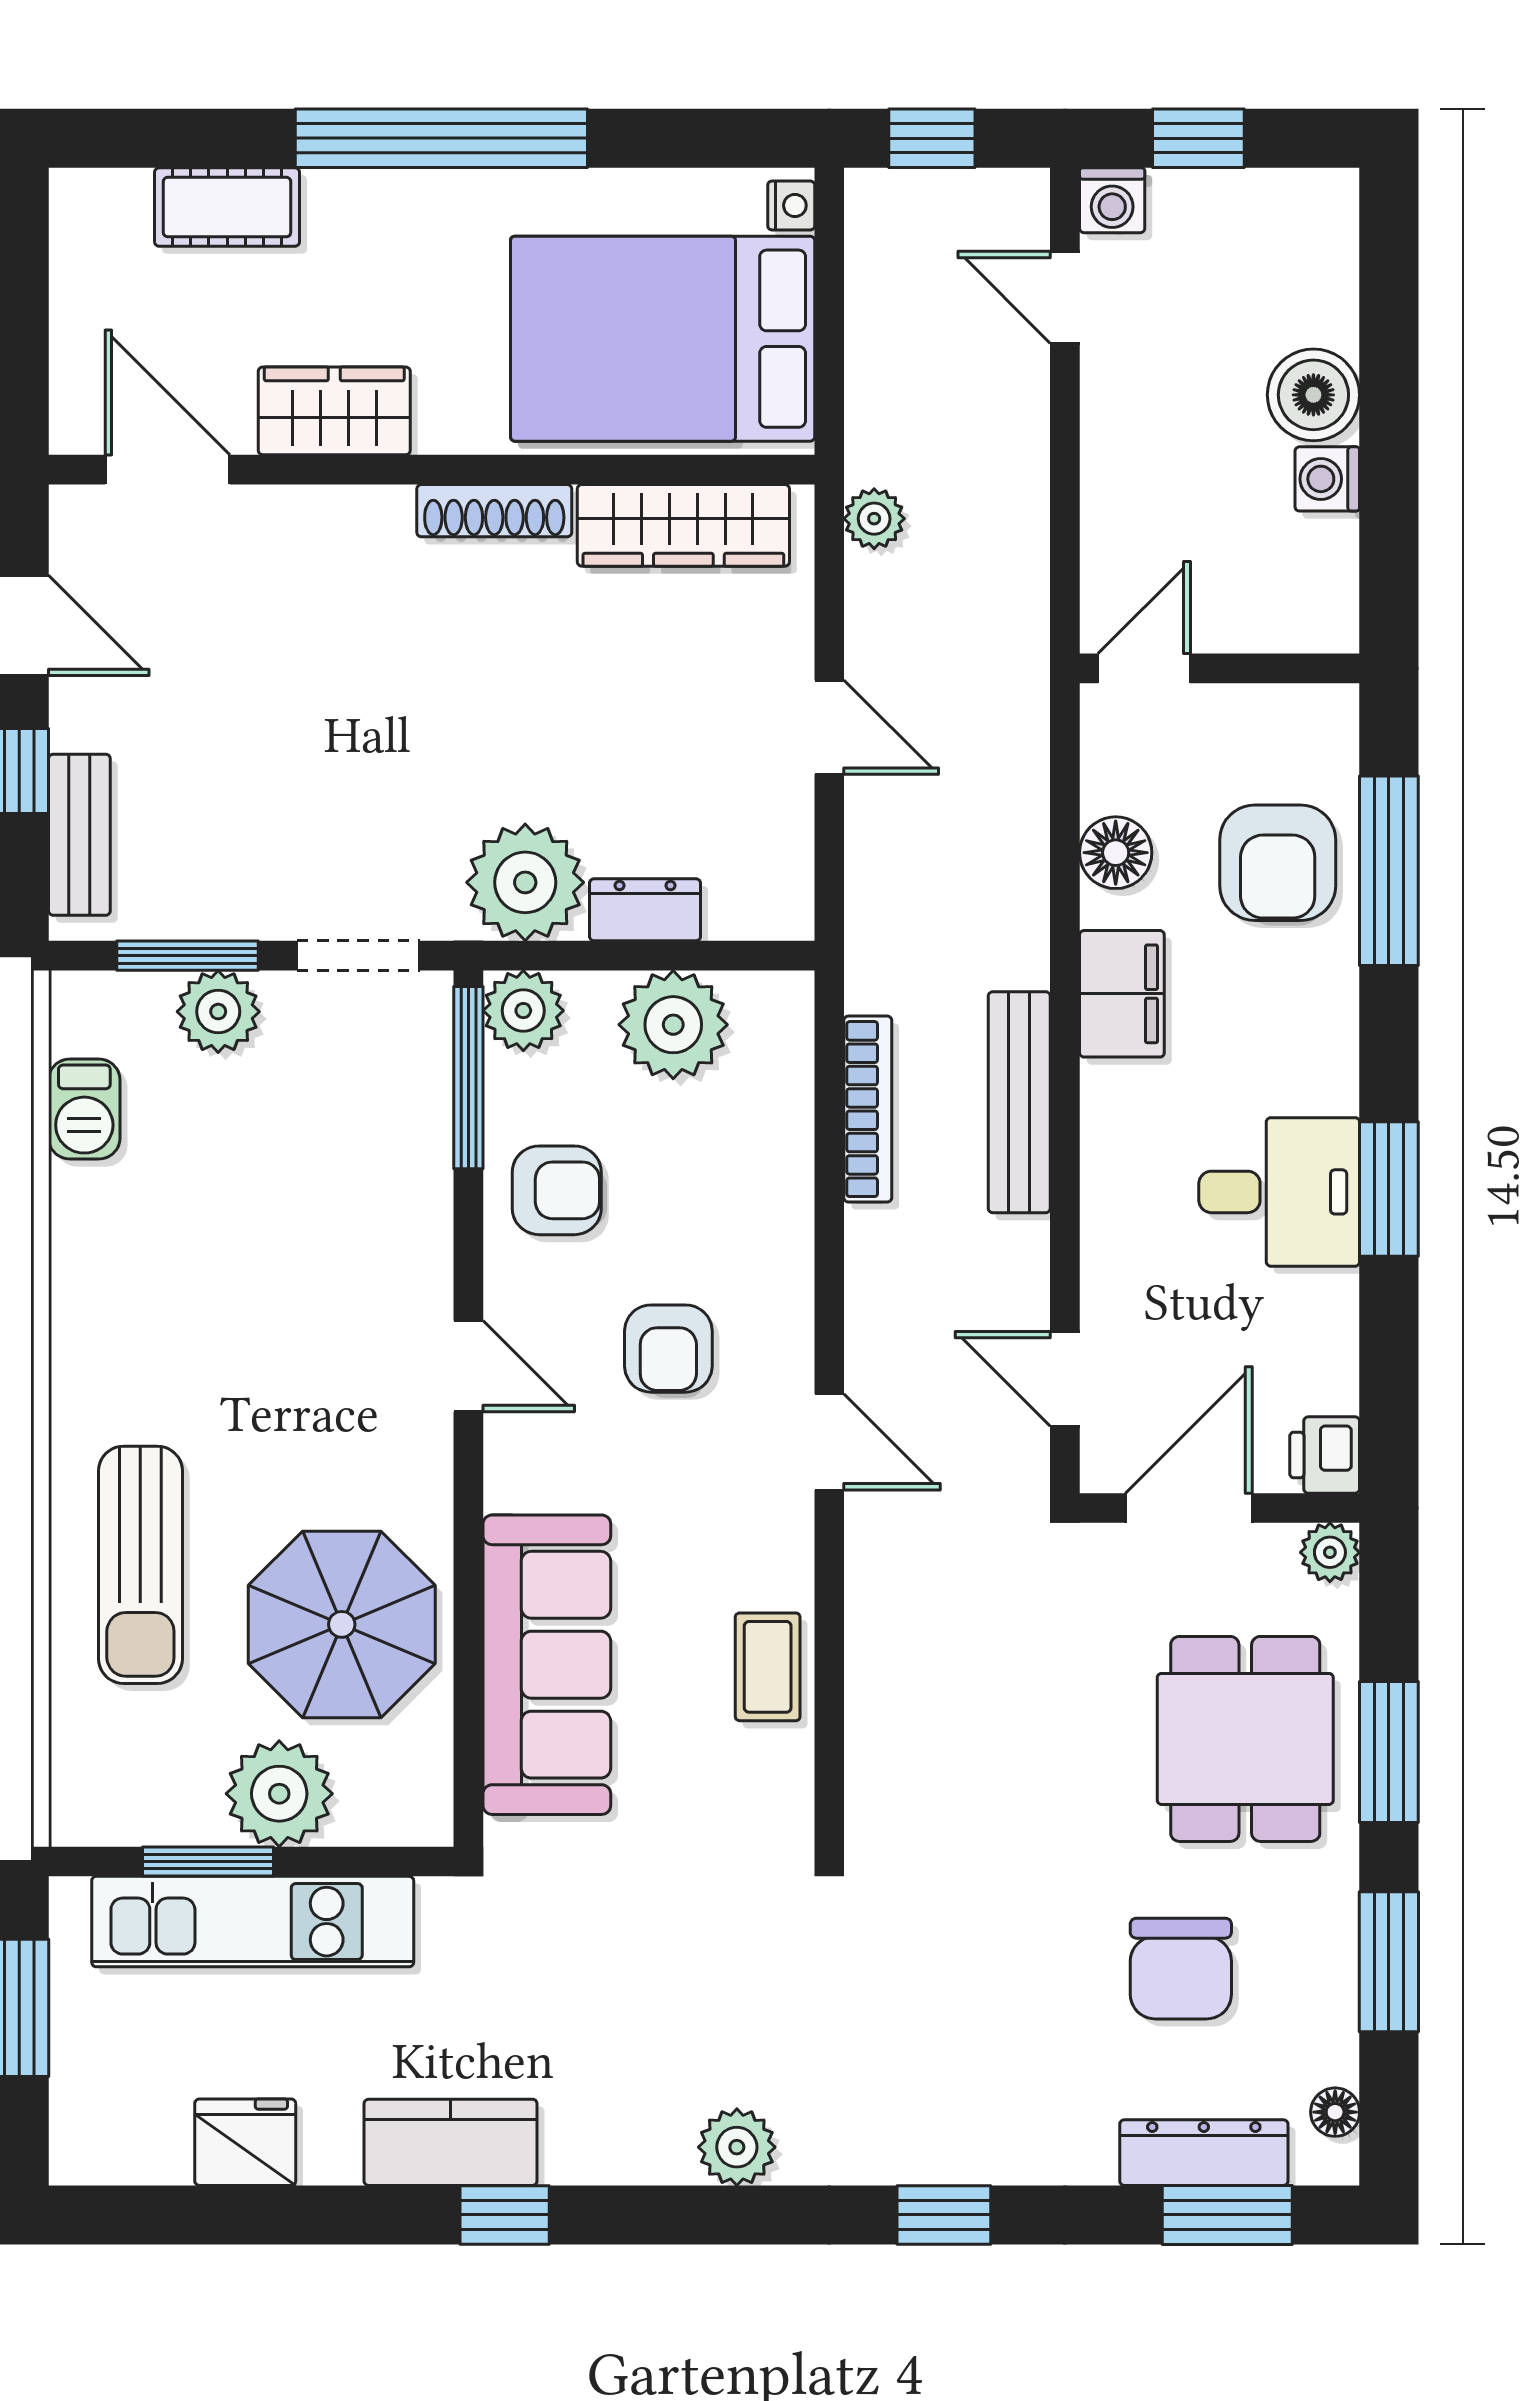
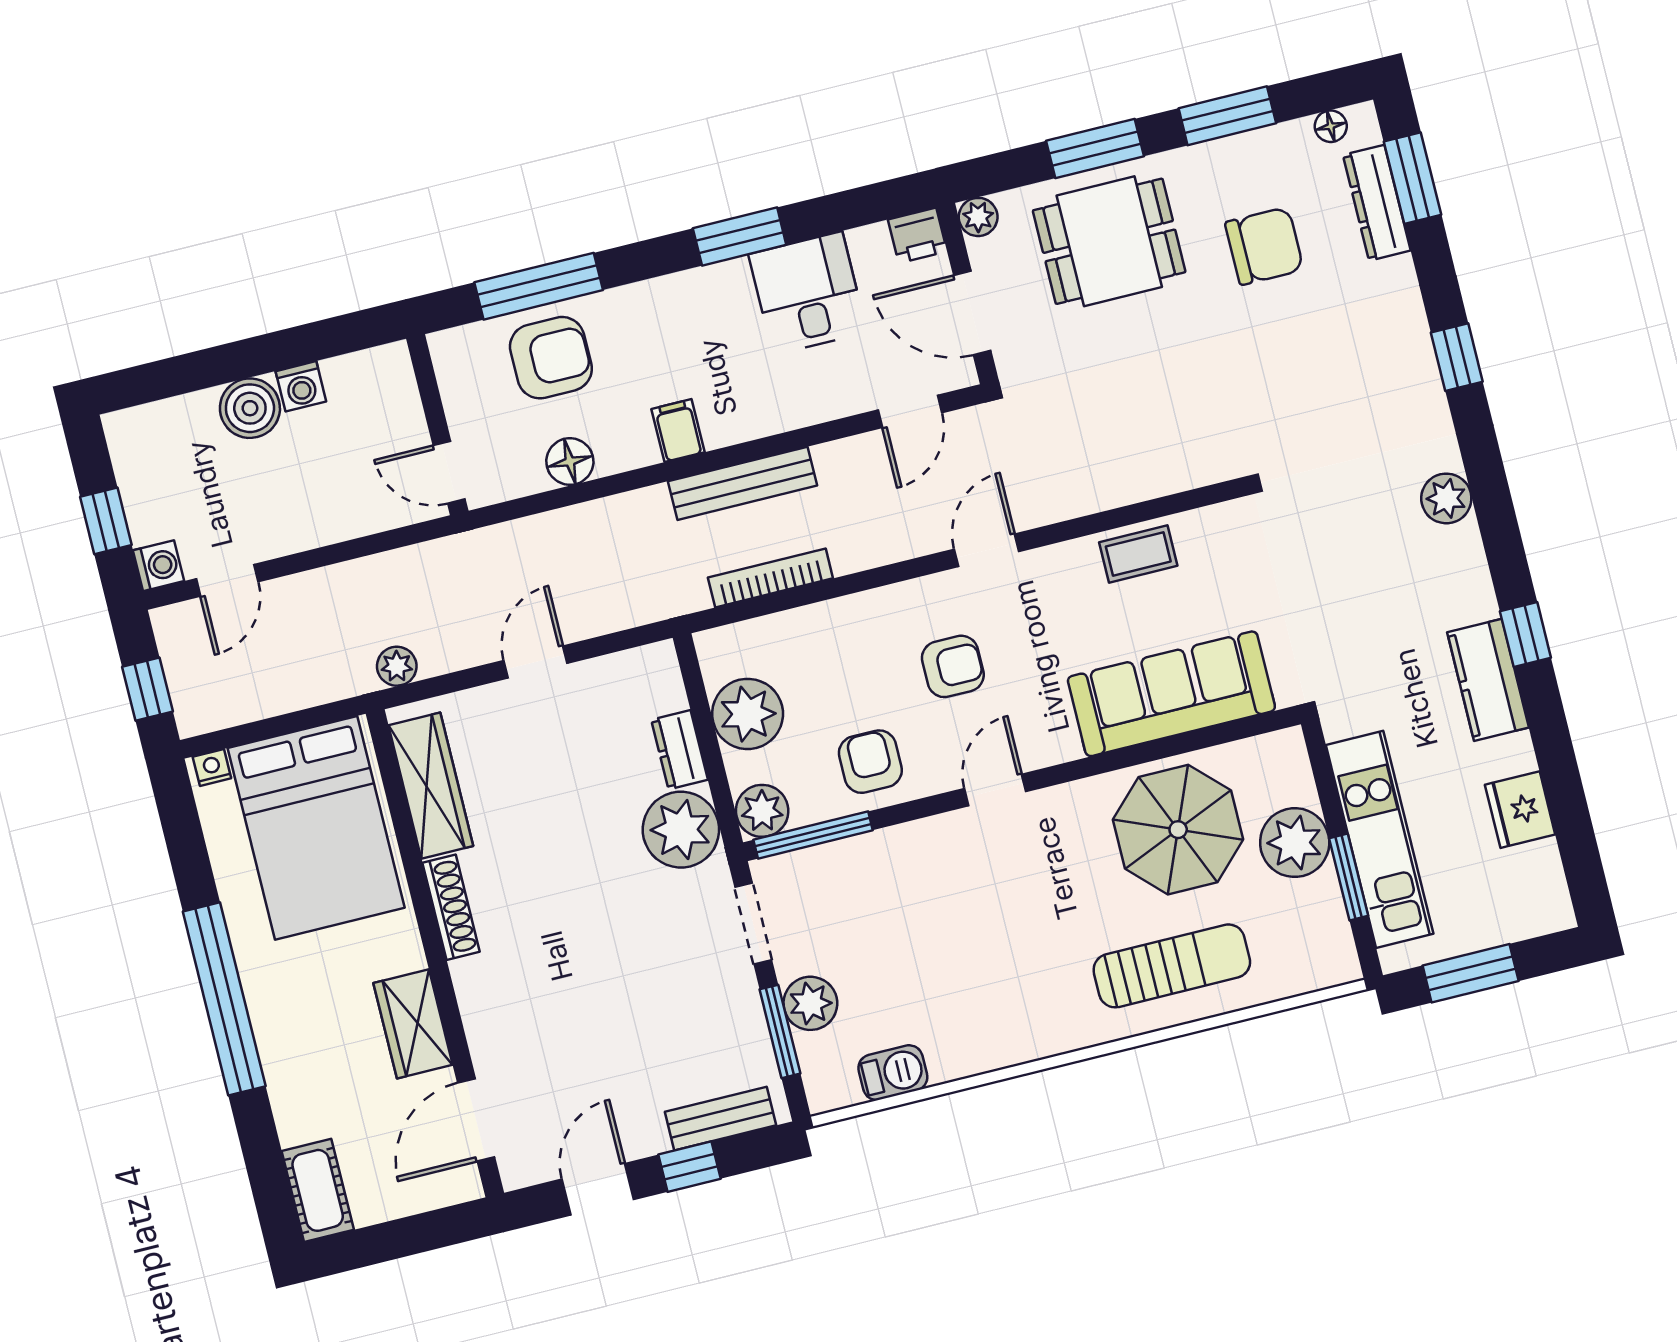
cot: (227, 207) -> (318, 1190), moved
filing cabinet: (1122, 994) -> (678, 431), width x0.50
desk: (1279, 1192) -> (808, 293), moved

